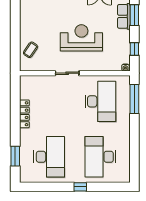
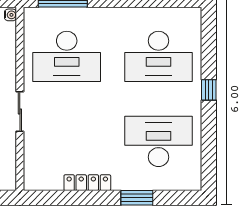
desk: (100, 101) -> (67, 56), turned 180
window: (15, 156) -> (137, 198), moved

